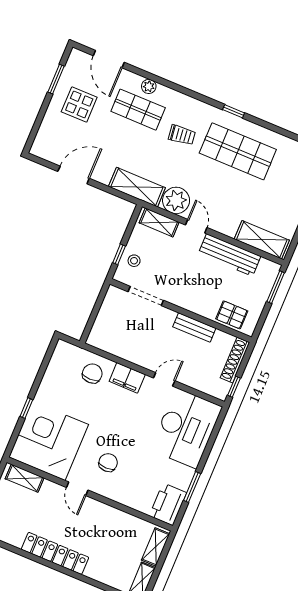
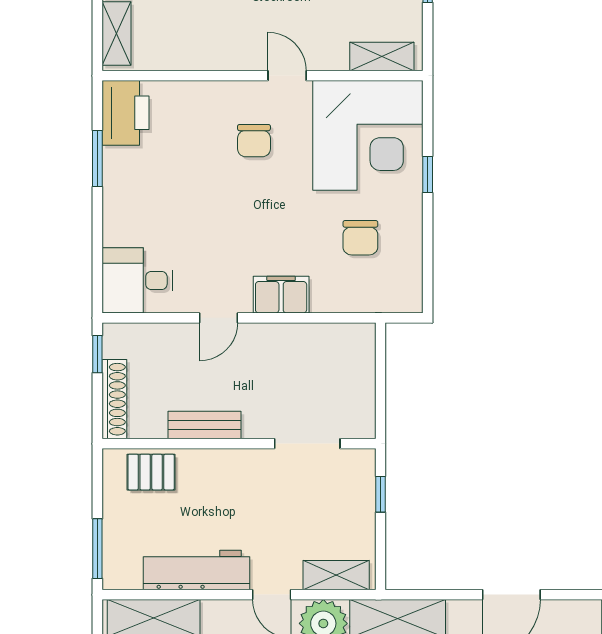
stool: (134, 261) -> (351, 494), removed
chair: (92, 374) -> (360, 238), moved
desk: (186, 428) -> (137, 280), width x0.53, depth x0.77

